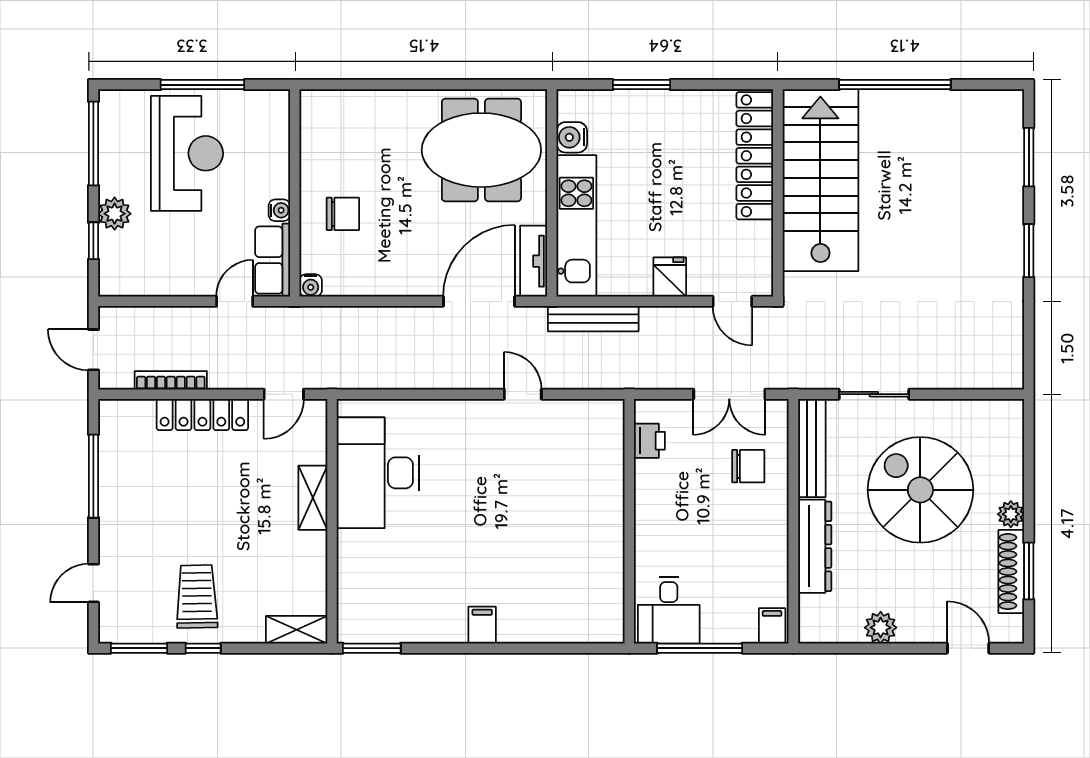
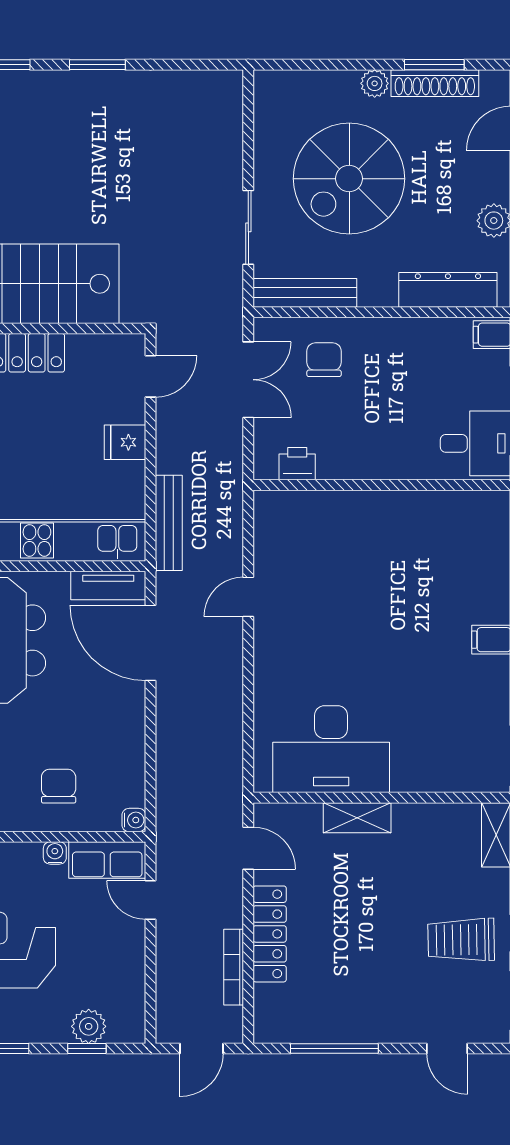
plant: (115, 214) -> (89, 1026), moved
dresser: (815, 546) -> (448, 290), moved

